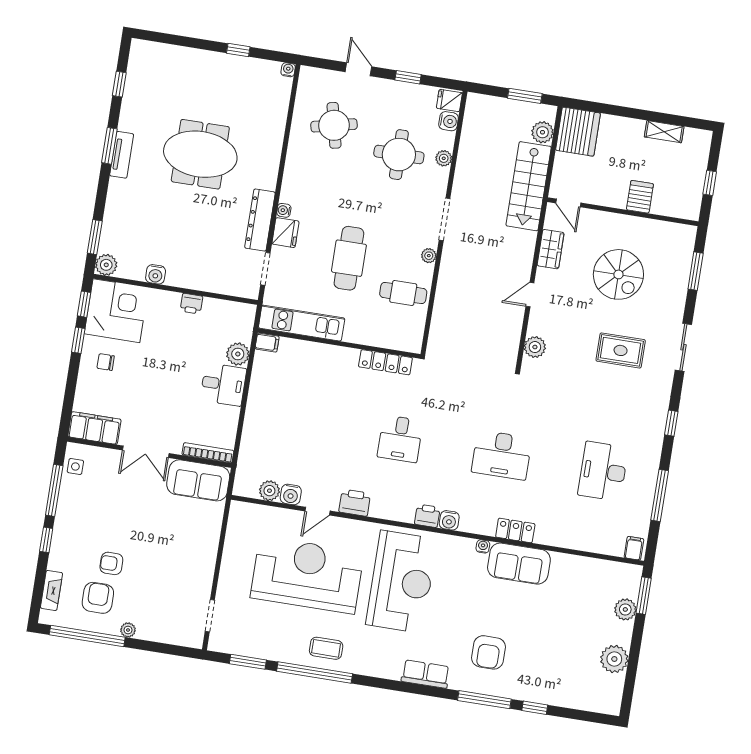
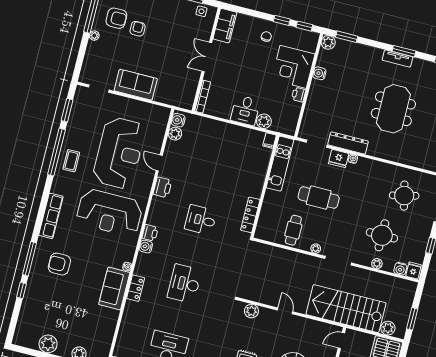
stairs: (529, 186) -> (346, 309), width x1.36, depth x1.51
wardrobe: (551, 249) -> (313, 327), removed
corner desk: (116, 311) -> (293, 67), moved, turned 90
sofa: (198, 480) -> (136, 85), moved, turned 90
water cooler: (291, 494) -> (178, 120), moved
row of seats: (425, 674) -> (51, 216), width x1.48

